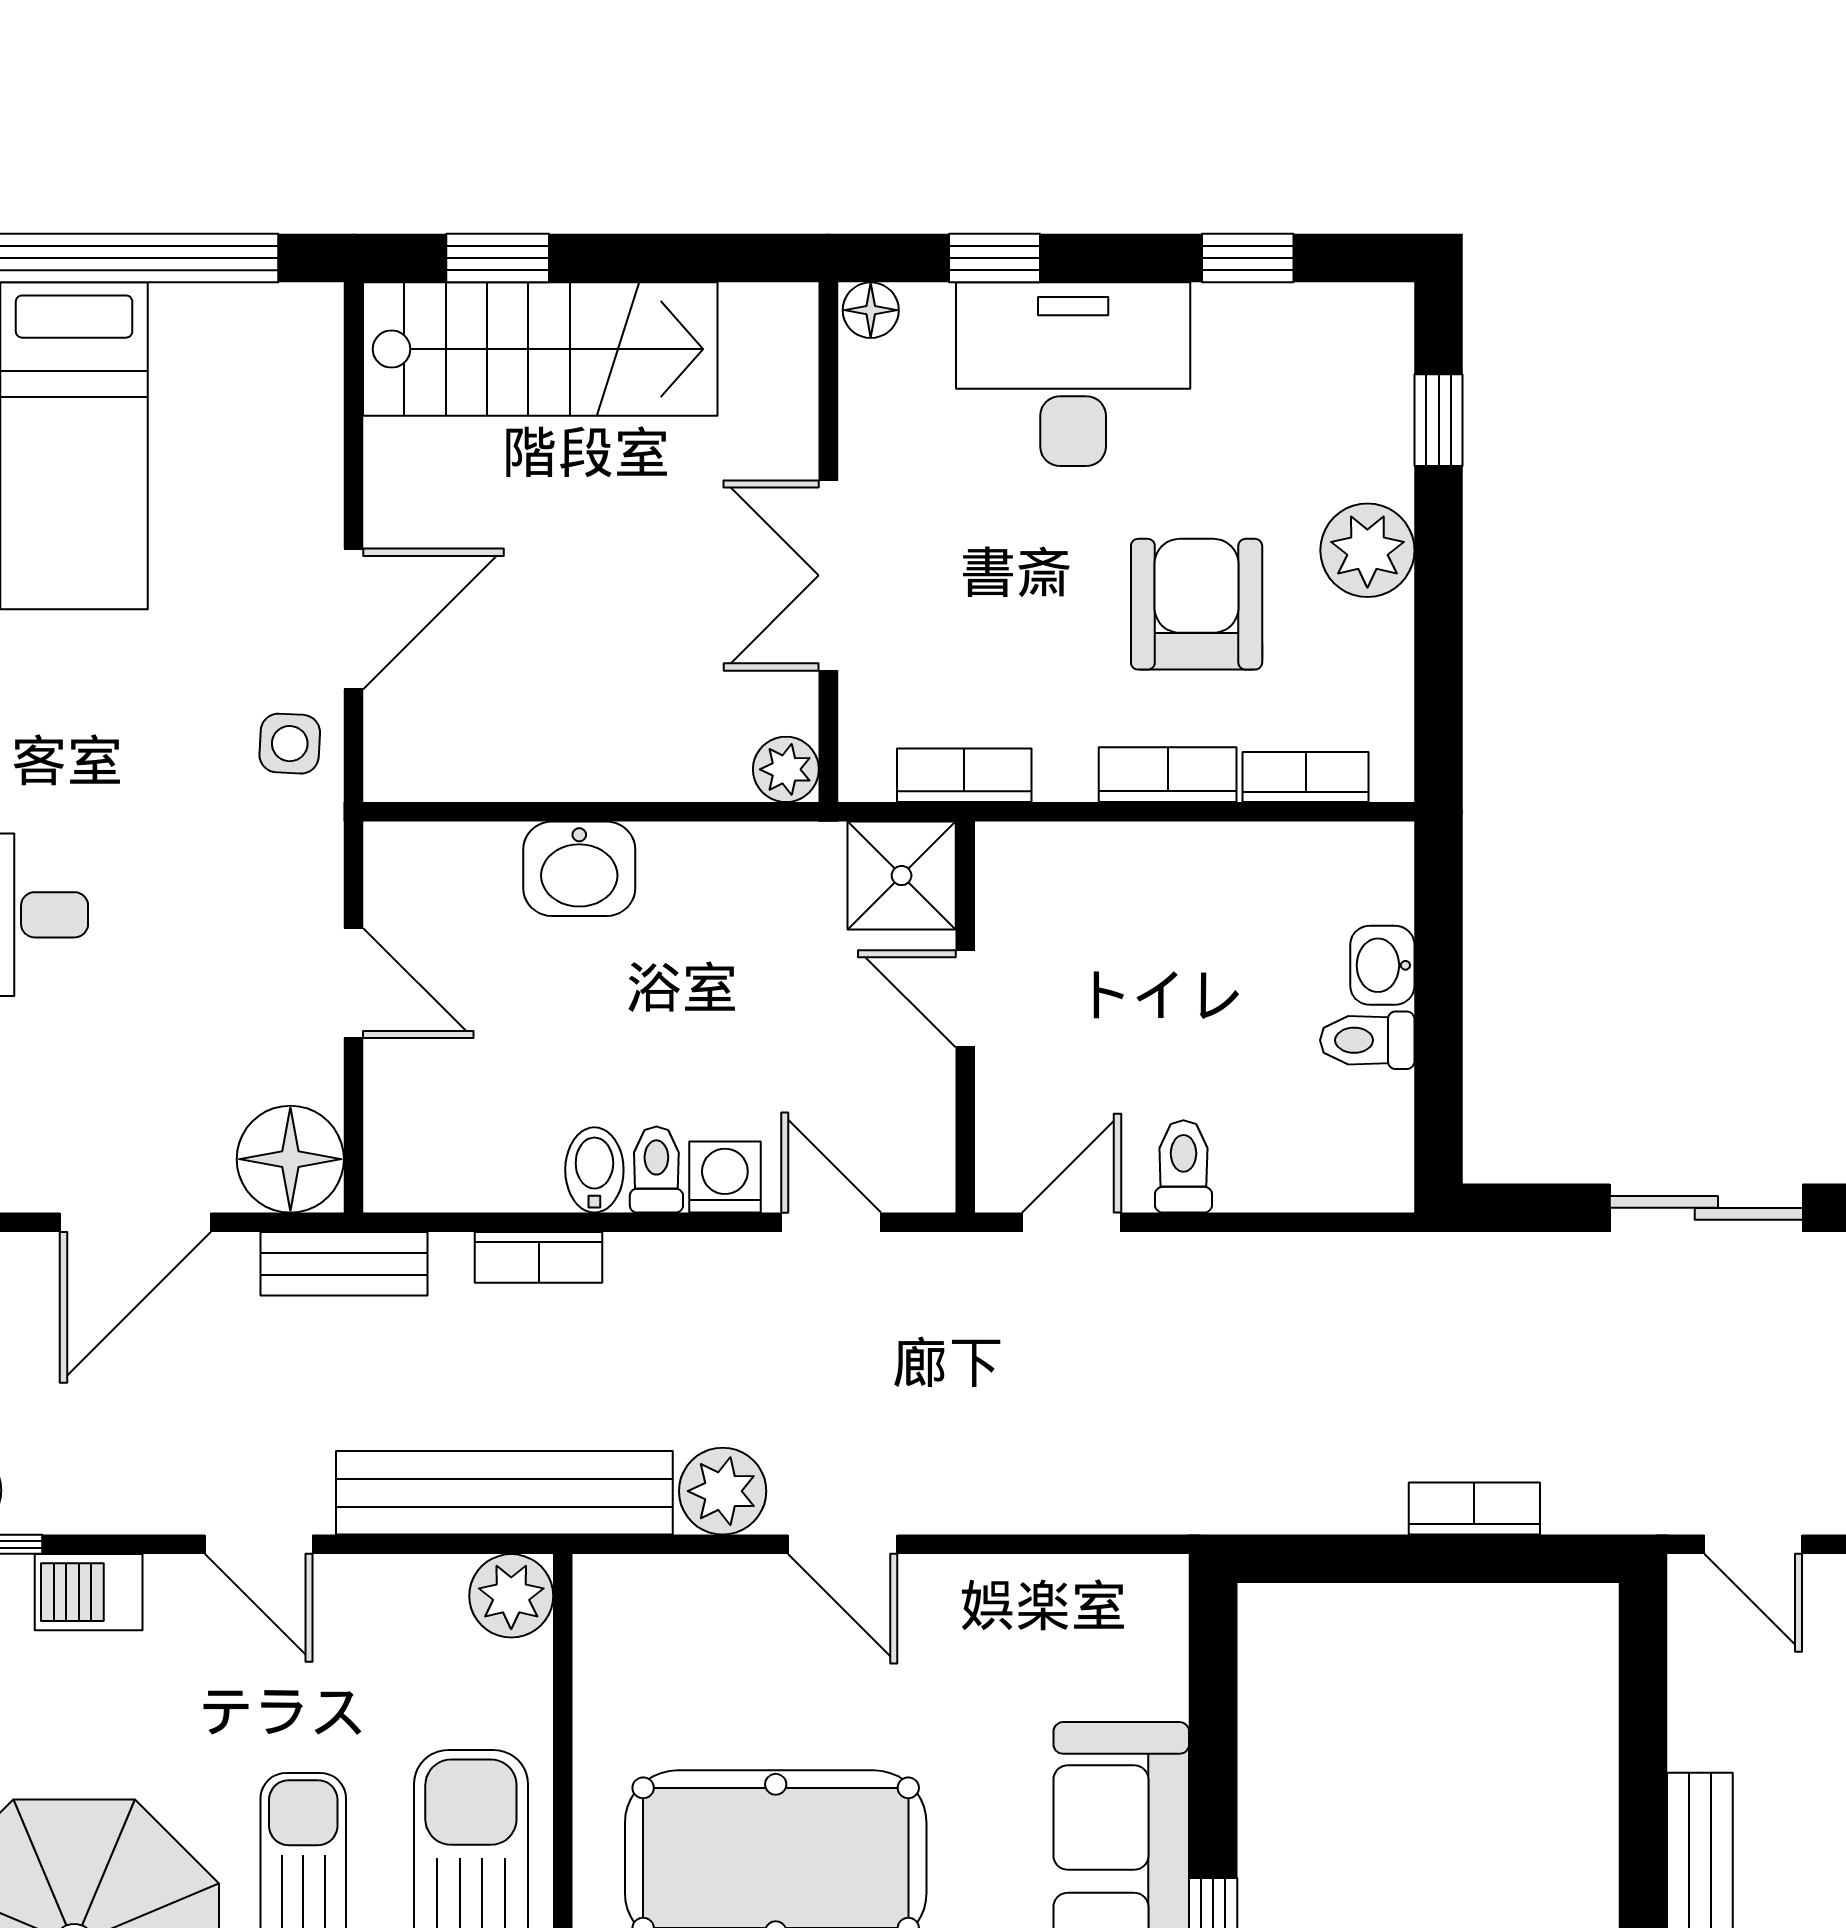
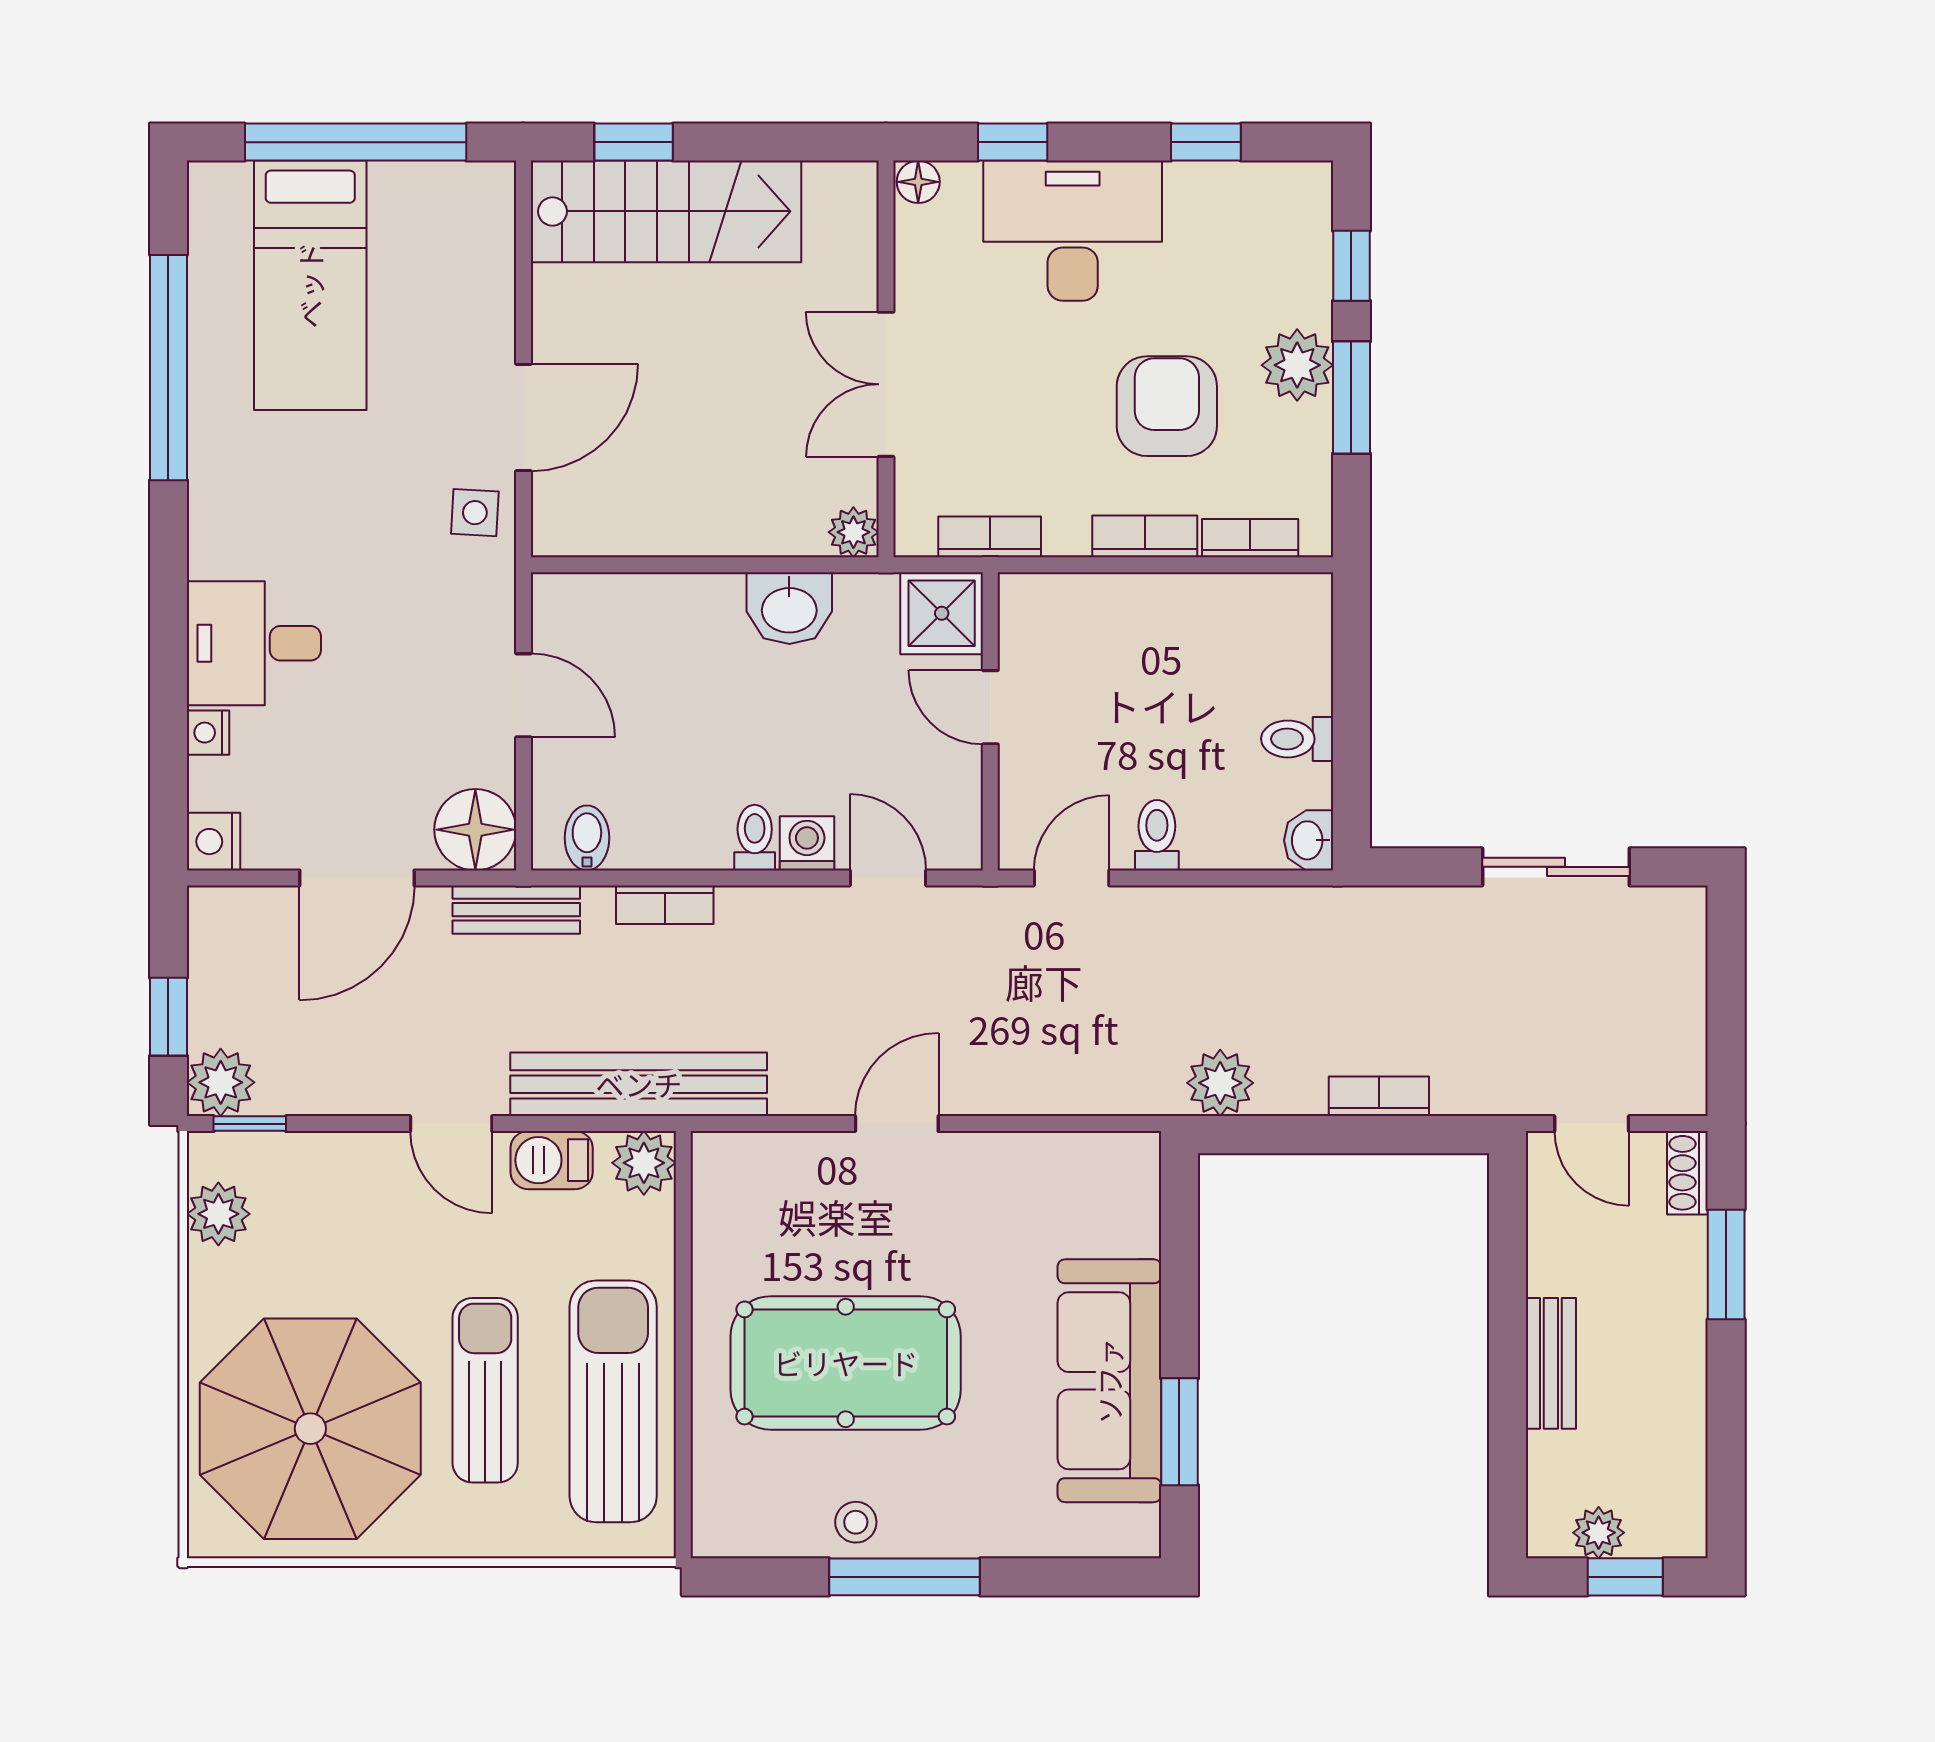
window: (1439, 593) -> (1351, 398), added
washbasin: (579, 869) -> (789, 608), moved
washbasin: (1382, 965) -> (1309, 840), moved
bidet: (594, 1170) -> (587, 838), moved
plant: (723, 1491) -> (1220, 1083), moved
door: (843, 1544) -> (897, 1124), swing flipped
barbecue: (89, 1592) -> (552, 1160), moved

